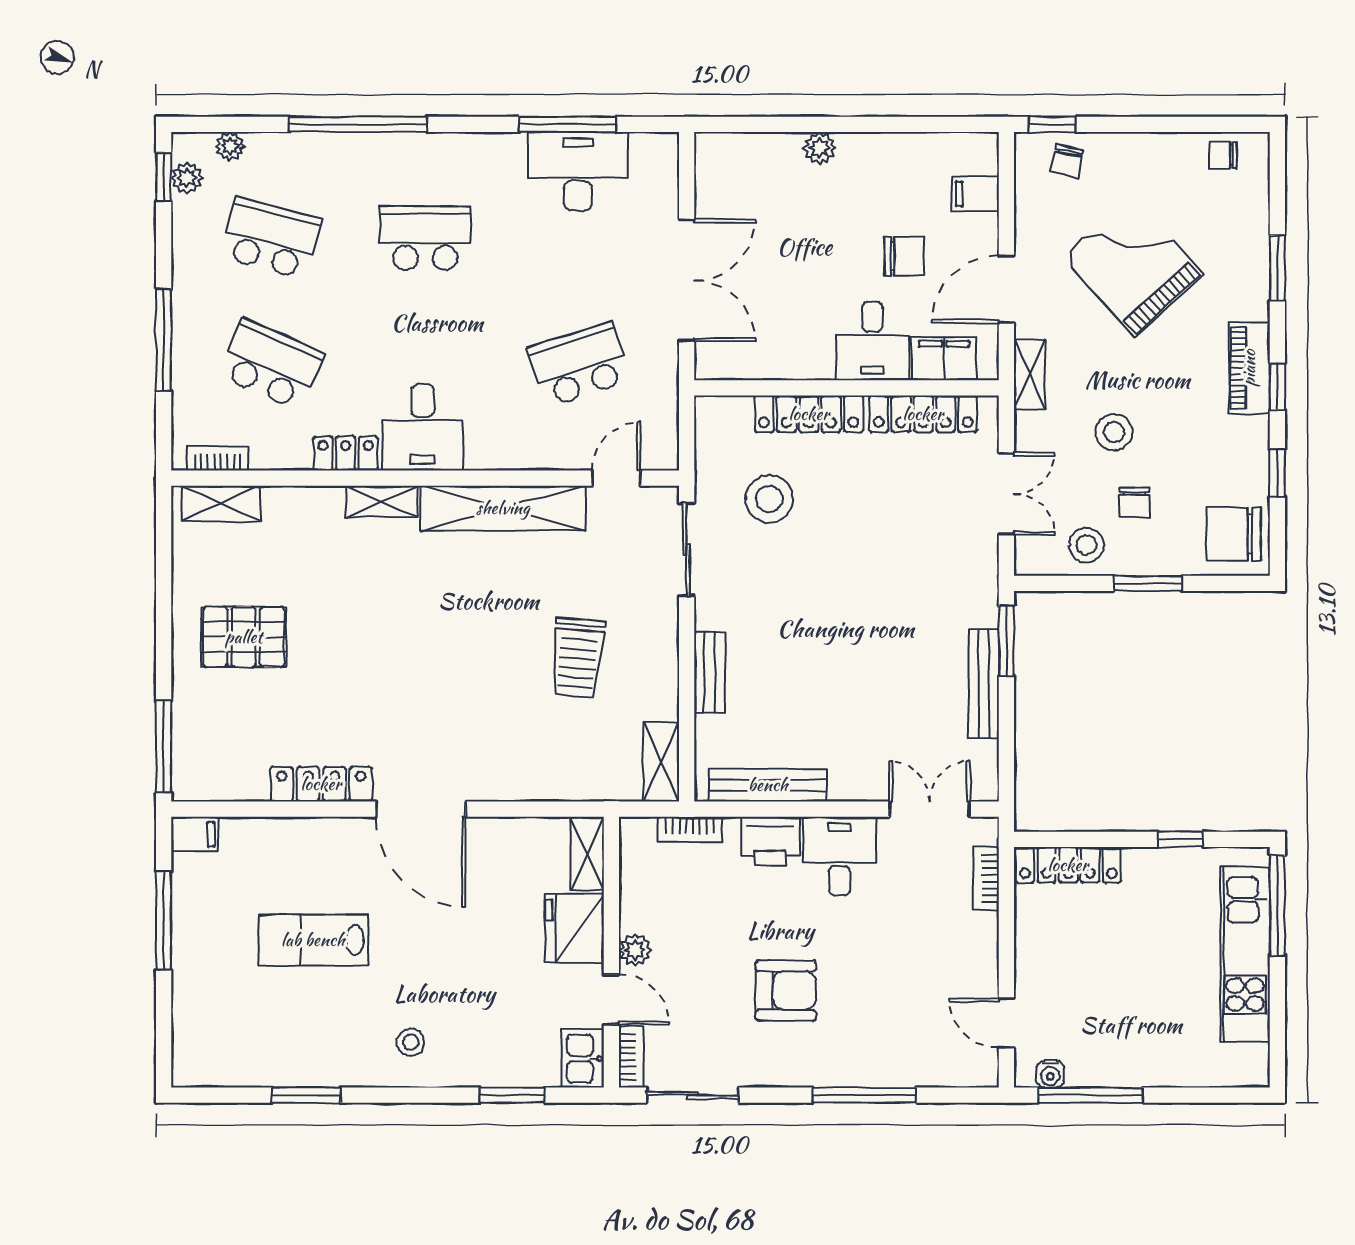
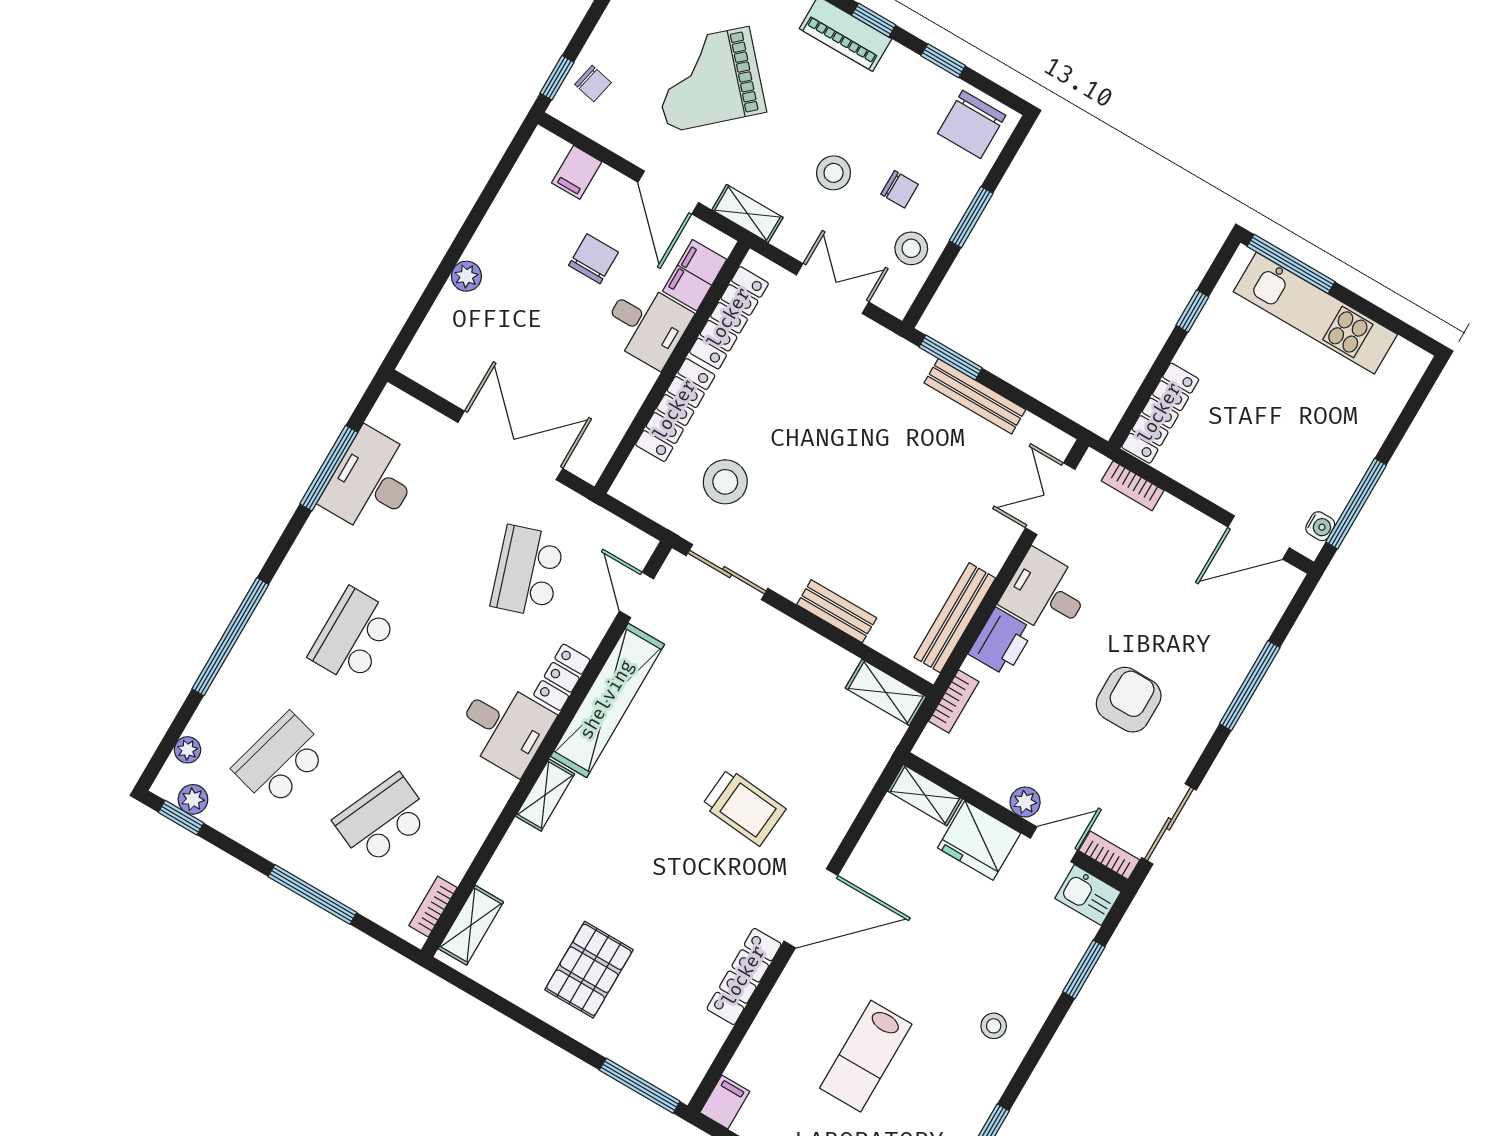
locker: (346, 453) -> (562, 677), moved
trolley: (578, 658) -> (744, 807), moved
door: (1006, 1023) -> (1259, 537), width x1.37

